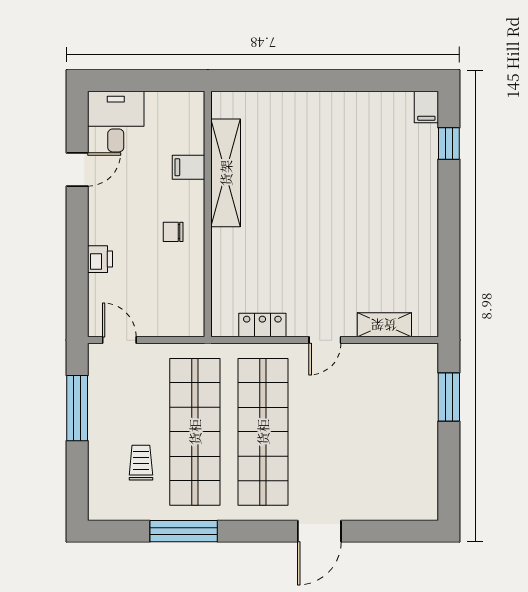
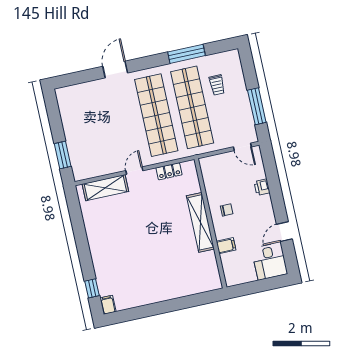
shelving: (226, 173) -> (200, 222), moved
shelving: (384, 325) -> (105, 188), width x1.50, depth x1.33

